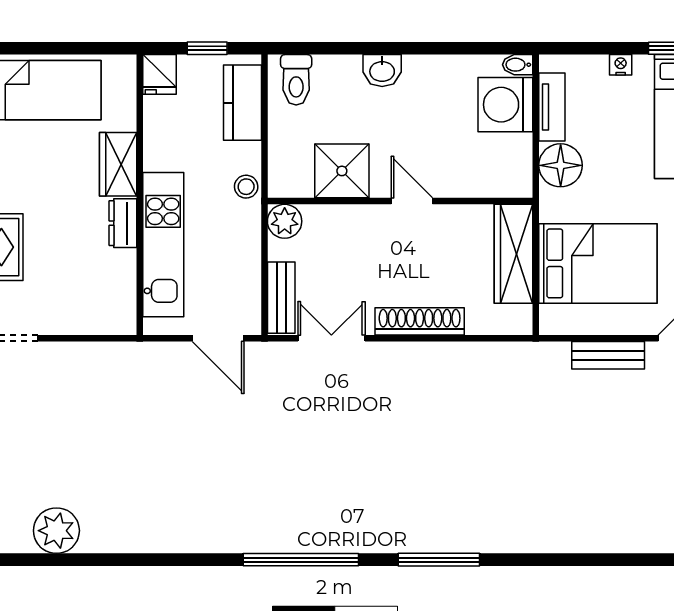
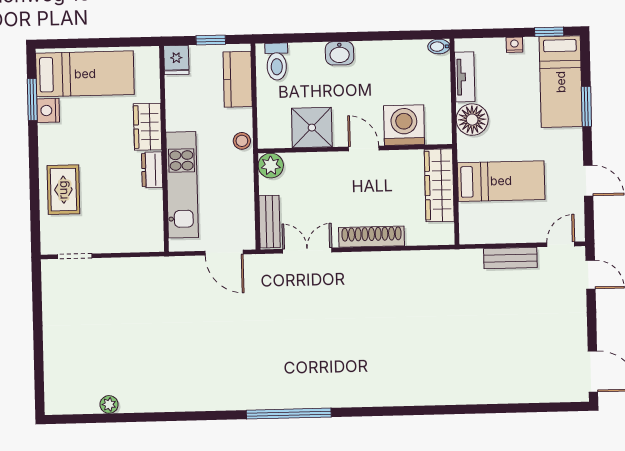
washing machine: (505, 105) -> (404, 125), moved, turned 90
bed: (598, 263) -> (501, 181), width x0.67
plant: (56, 531) -> (109, 404), width x0.53, depth x0.53
window: (439, 560) -> (390, 411), removed

